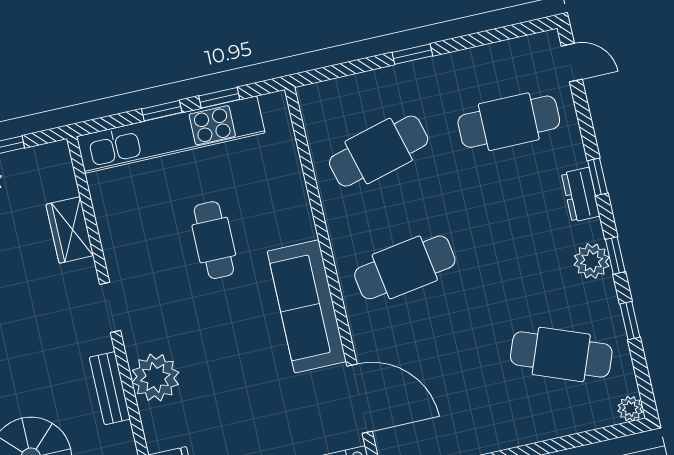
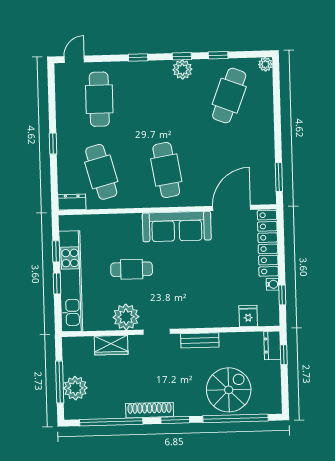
dresser: (581, 195) -> (72, 202), moved, turned 180
plant: (155, 377) -> (126, 317), moved

